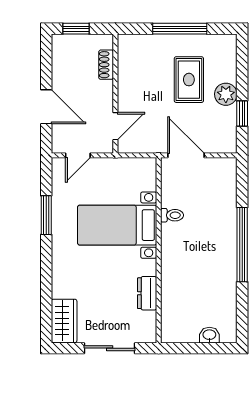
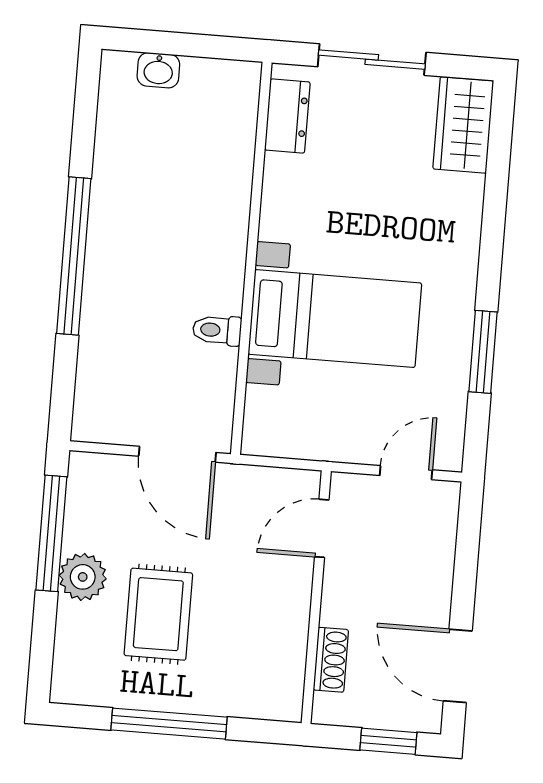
door: (46, 107) -> (458, 666), moved
window: (242, 113) -> (51, 533), width x2.17
dresser: (147, 293) -> (287, 116), moved

